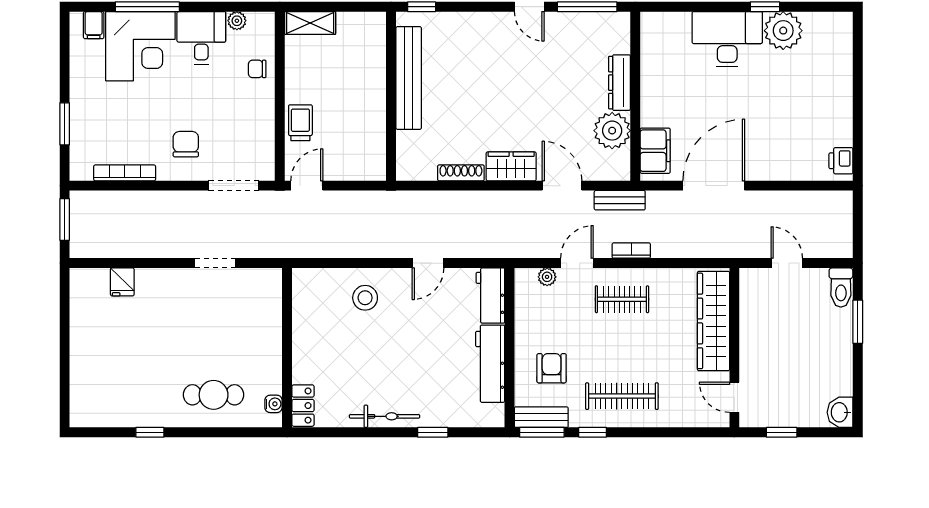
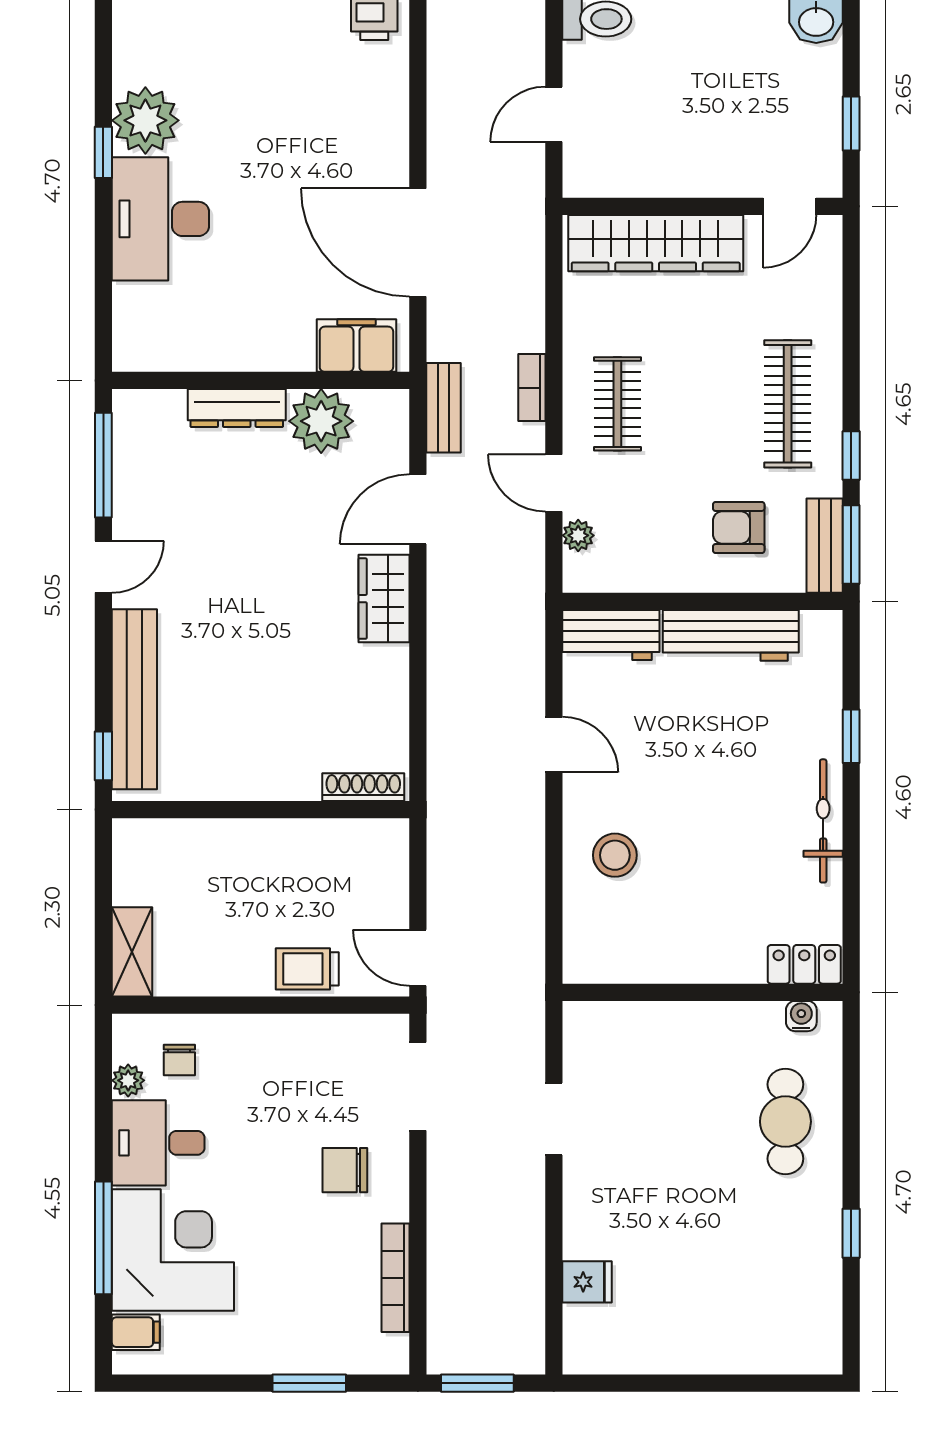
chair: (257, 69) -> (179, 1060), moved
bench: (409, 78) -> (134, 699), moved, turned 90
shoe rack: (461, 173) -> (363, 787), moved, turned 90

